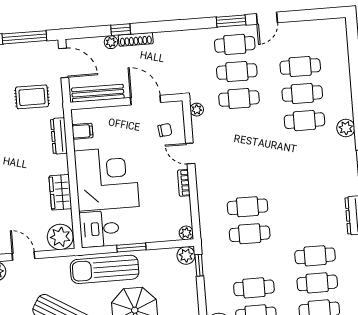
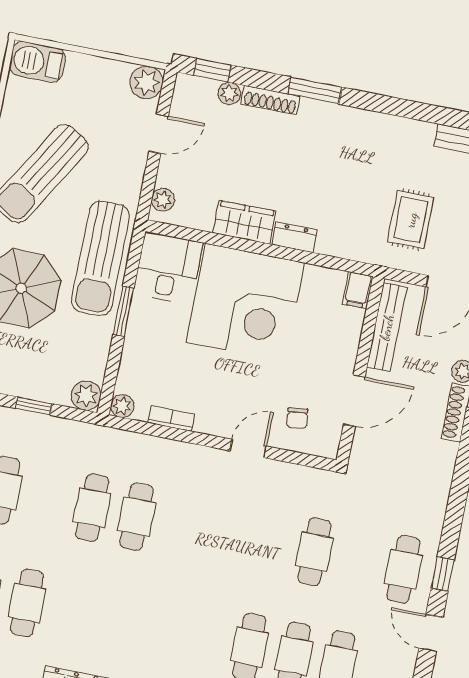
window: (231, 21) -> (443, 574), width x0.67
cafe table: (237, 71) -> (359, 561), removed
plant: (197, 110) -> (316, 479), removed
filing cabinet: (82, 131) -> (358, 290), moved
dresser: (59, 136) -> (295, 237), moved, width x0.70
bookcase: (184, 183) -> (171, 419), moved
plant: (60, 237) -> (163, 200), width x0.53, depth x0.53
window: (199, 265) -> (34, 406), moved
sun lounger: (105, 269) -> (100, 258), turned 180

